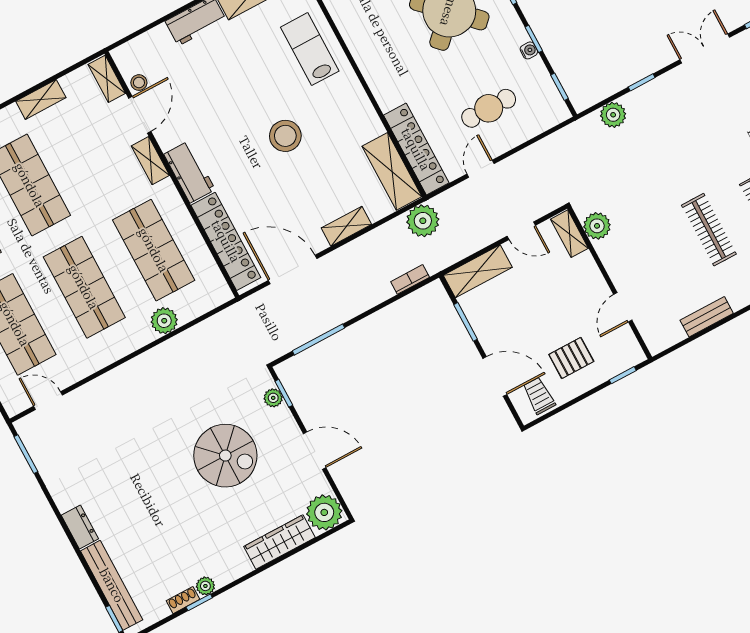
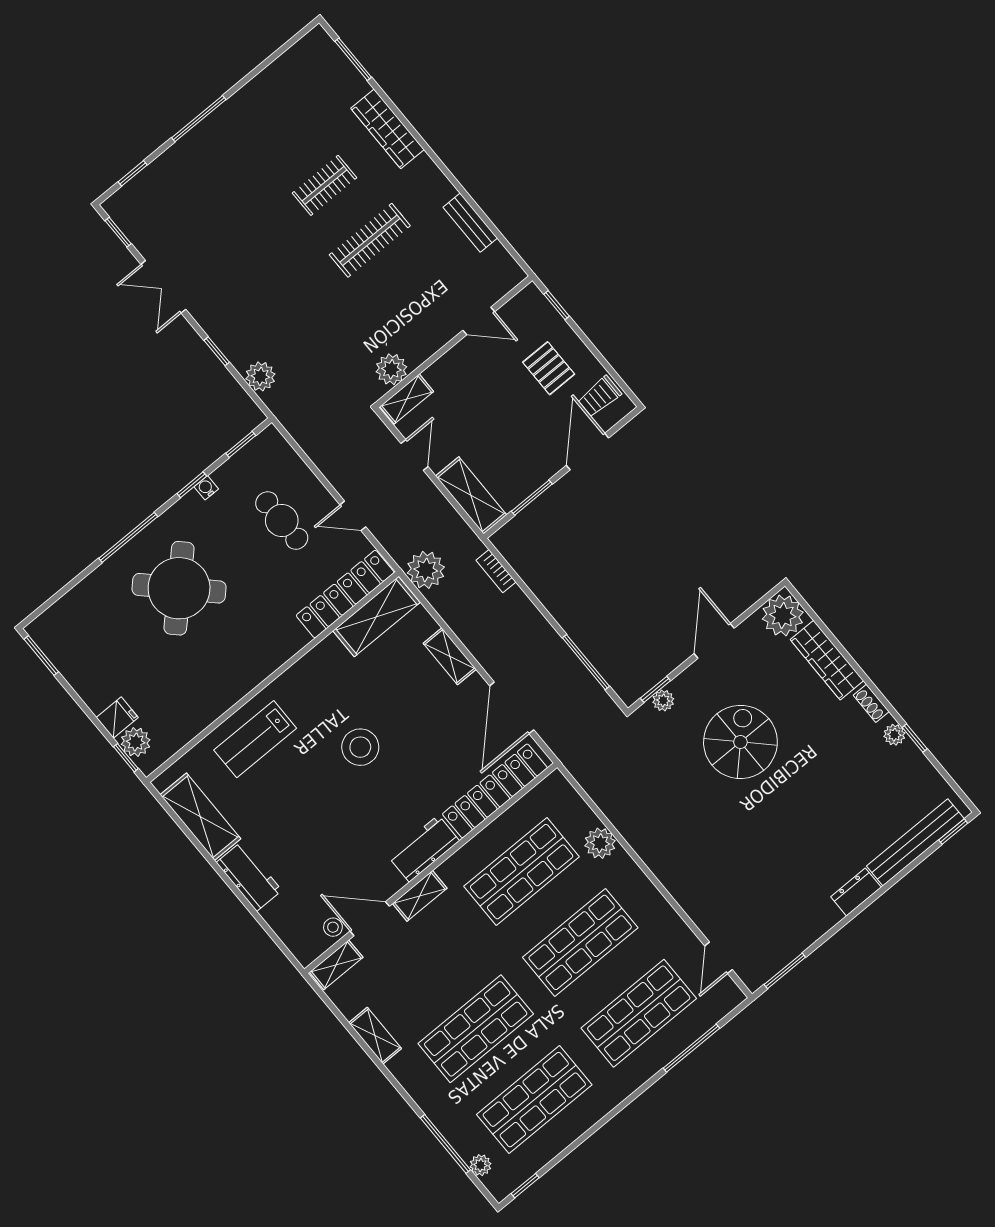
shoe rack: (183, 600) -> (871, 703), moved

